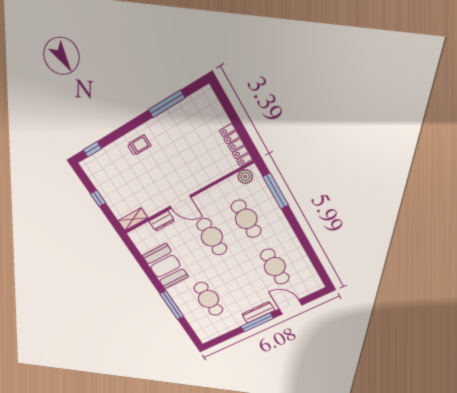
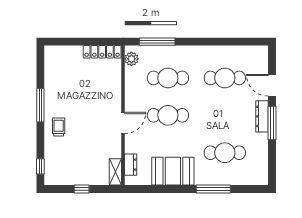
window: (167, 104) -> (40, 105), moved
dresser: (162, 221) -> (131, 165), moved
door: (290, 307) -> (272, 85), hinge flipped

